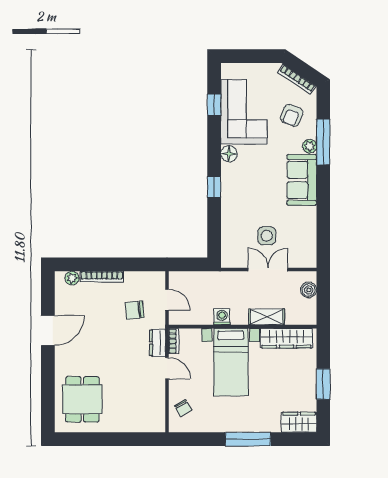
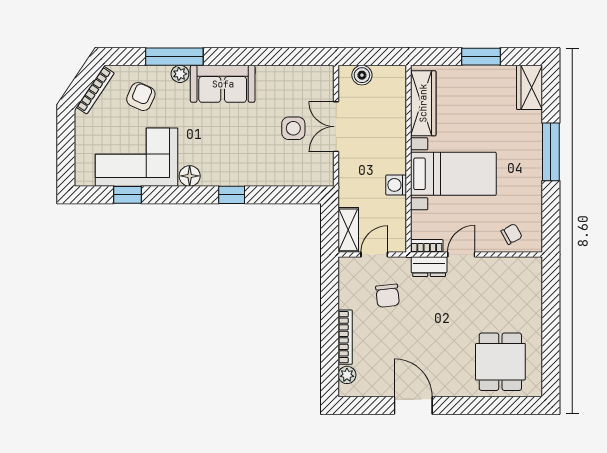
armchair: (292, 115) -> (141, 97), turned -88
shelving: (267, 317) -> (348, 230), moved
dining table: (82, 399) -> (500, 362), turned 90

